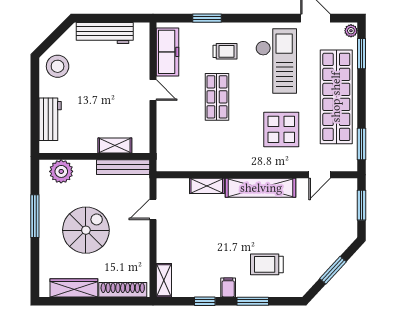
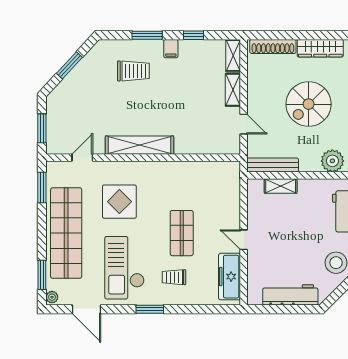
window: (207, 18) -> (150, 309), moved
shelving: (207, 186) -> (233, 90), moved, turned 90
door: (153, 209) -> (244, 124), hinge flipped

